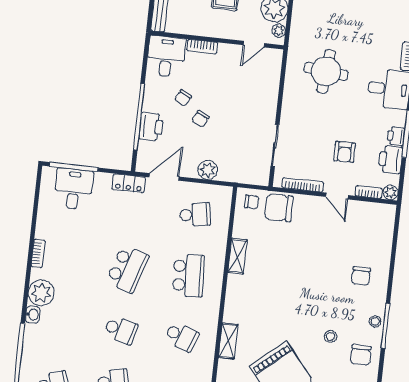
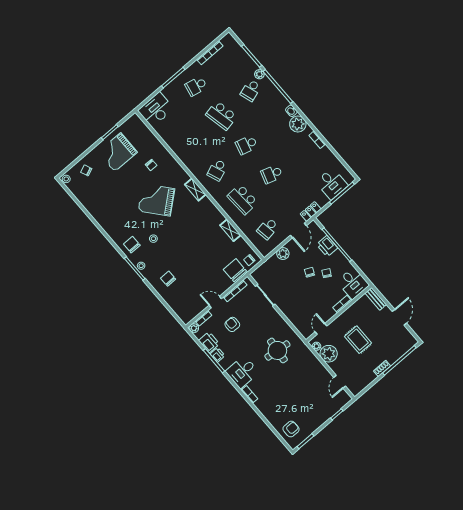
chair: (279, 208) -> (235, 270), turned -90
school desk: (127, 269) -> (272, 174), width x0.54
school desk: (182, 337) -> (217, 170), turned -42

